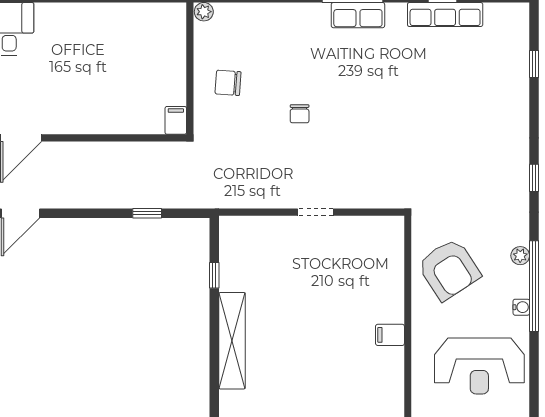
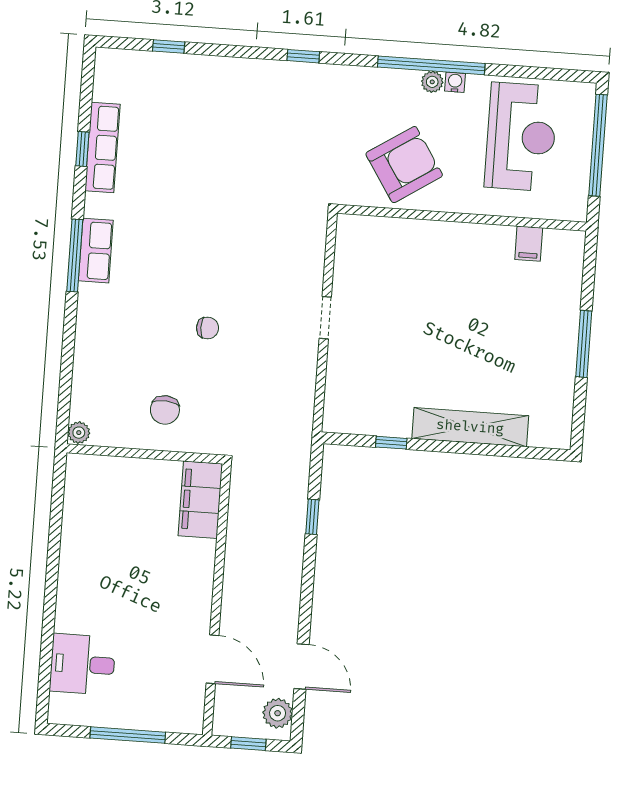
filing cabinet: (176, 120) -> (200, 500), width x3.00, depth x1.17
plant: (520, 256) -> (432, 82), moved
filing cabinet: (390, 335) -> (529, 244), moved

